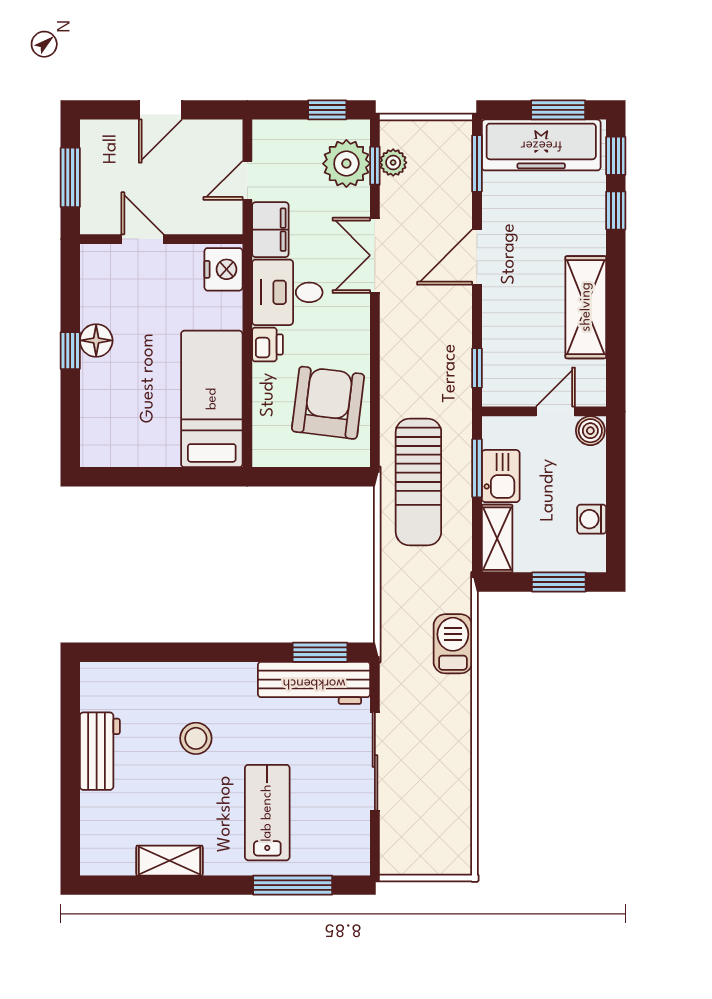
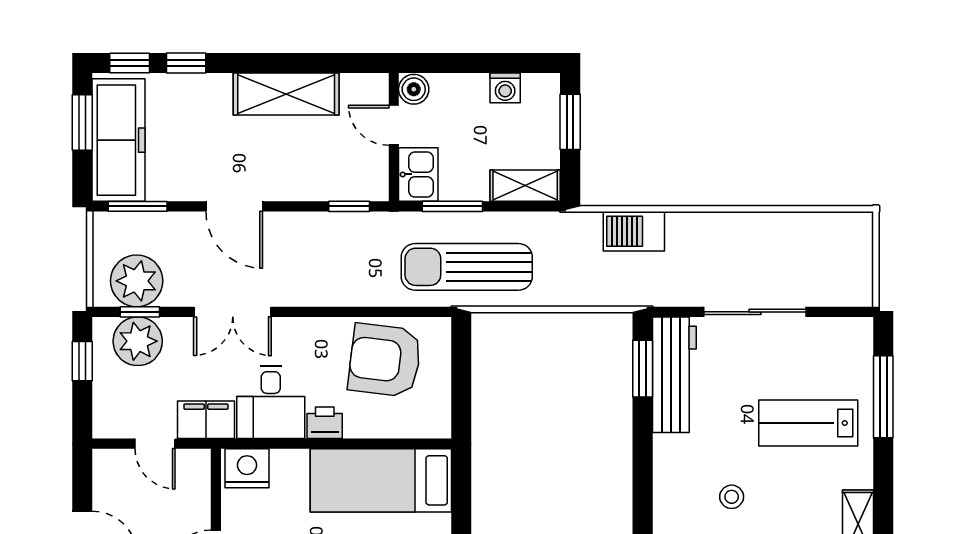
plant: (393, 163) -> (137, 281), width x1.88, depth x1.88
kitchen sink: (501, 476) -> (418, 174), moved, turned 90
sun lounger: (418, 482) -> (467, 267), turned 180
stool: (196, 738) -> (732, 497), width x0.73, depth x0.73

